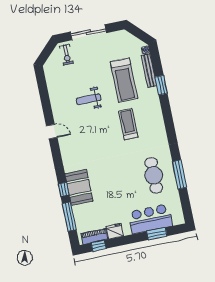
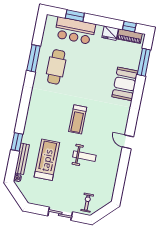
sliding door: (88, 32) -> (60, 214), width x0.73
treadmill: (128, 124) -> (78, 119), moved
window: (64, 189) -> (139, 88), removed

